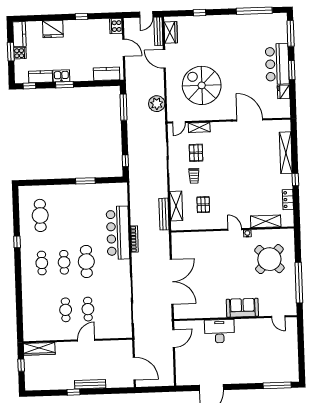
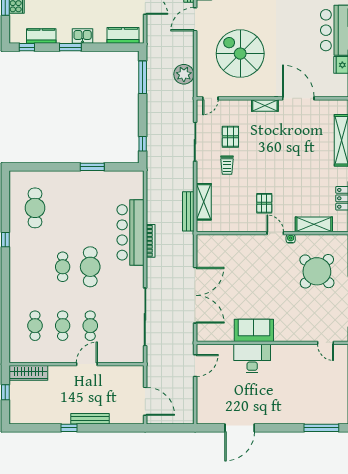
door: (164, 59) -> (195, 19), hinge flipped
kitchen sink: (61, 76) -> (83, 36), moved
shelving: (199, 127) -> (265, 105), moved
pallet: (203, 205) -> (264, 203), moved
cafe table: (42, 263) -> (35, 326), moved
sofa: (242, 308) -> (254, 330), moved

